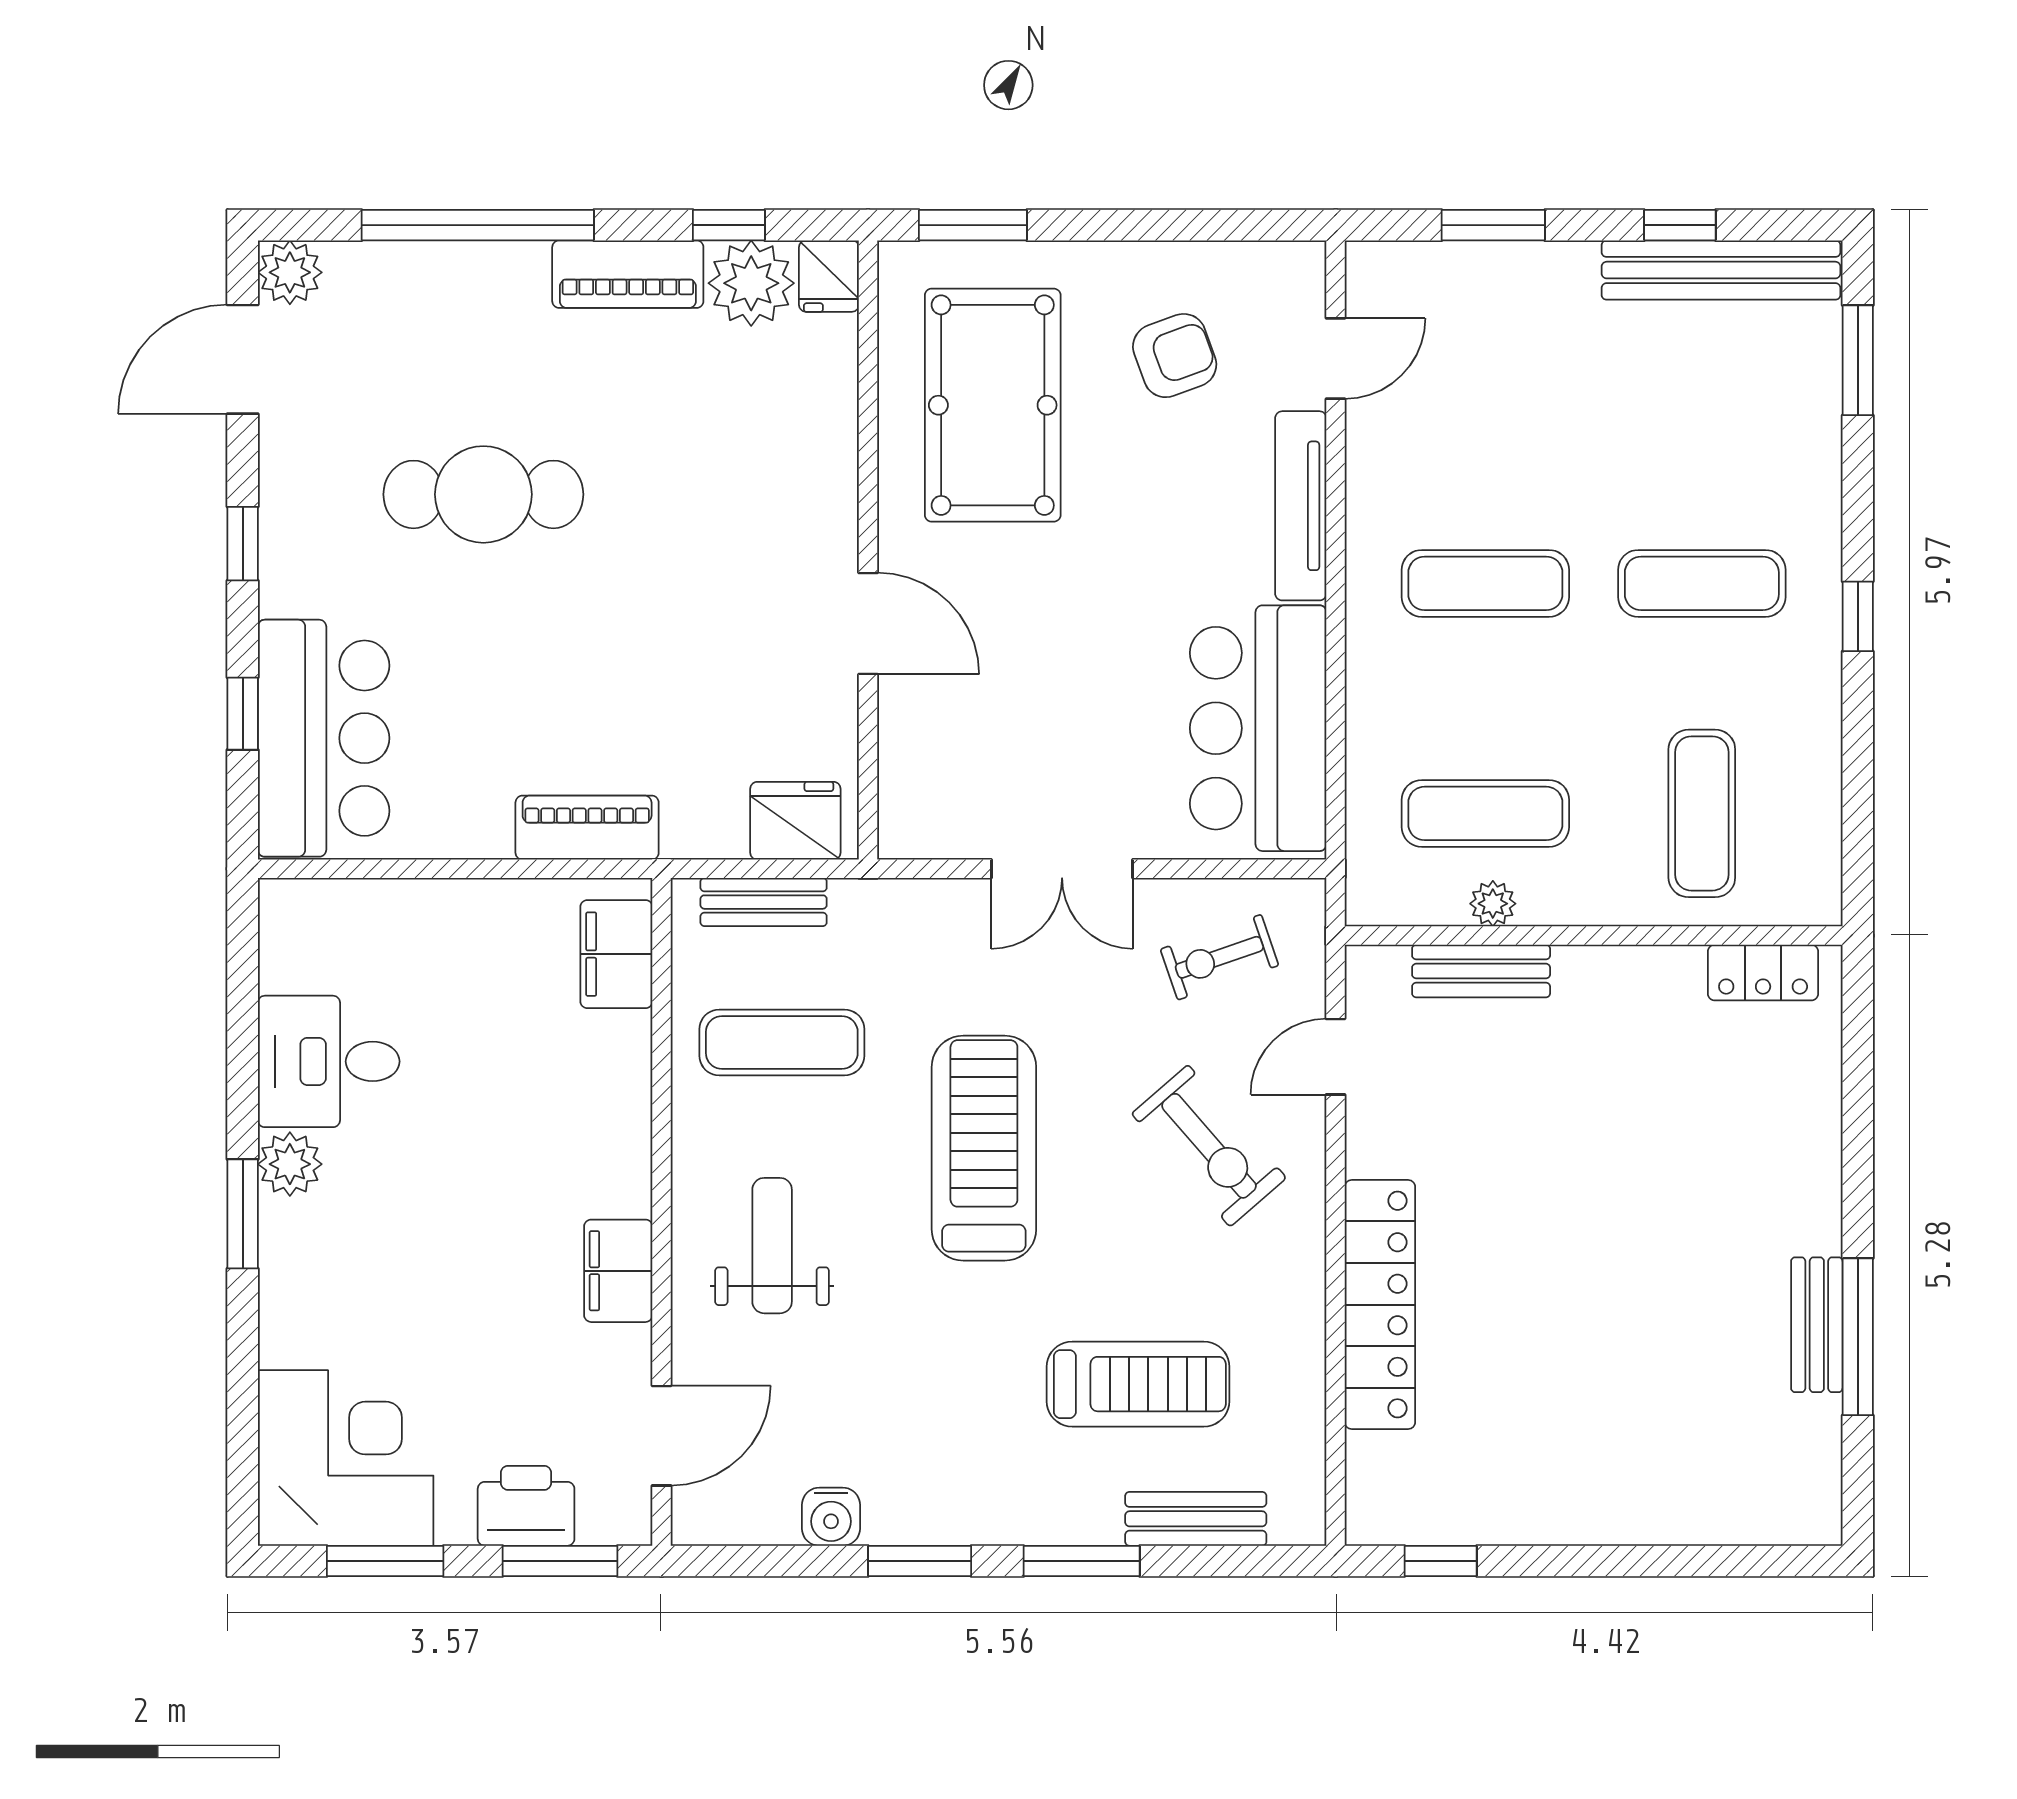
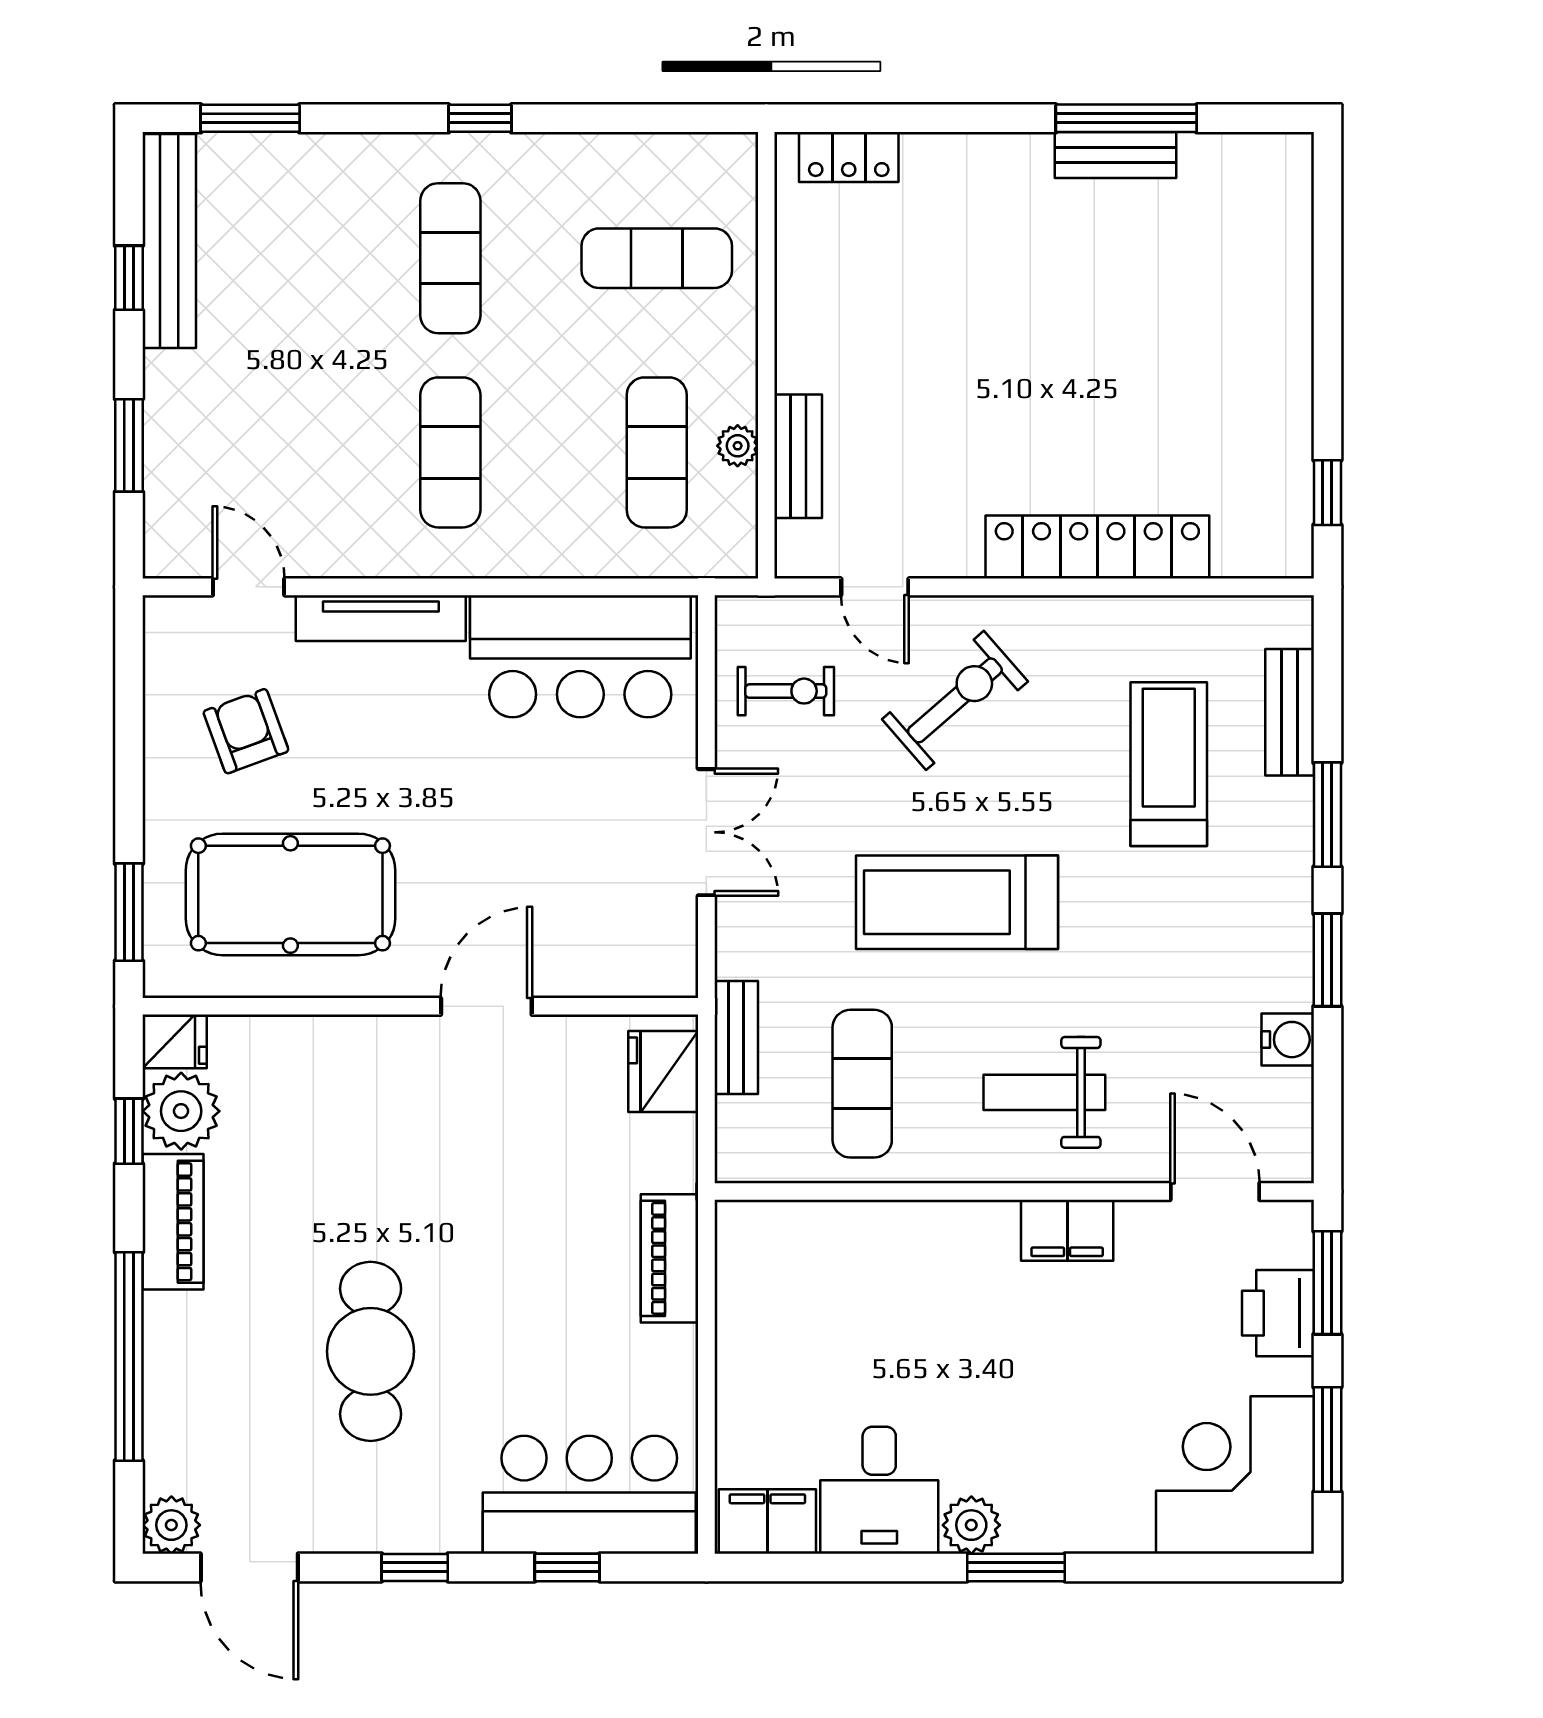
bench: (764, 902) -> (736, 1037), moved
filing cabinet: (616, 954) -> (767, 1521), moved, turned 180
exercise bike: (1219, 957) -> (786, 691), turned -71
locker: (1763, 973) -> (849, 157), moved, turned 90

